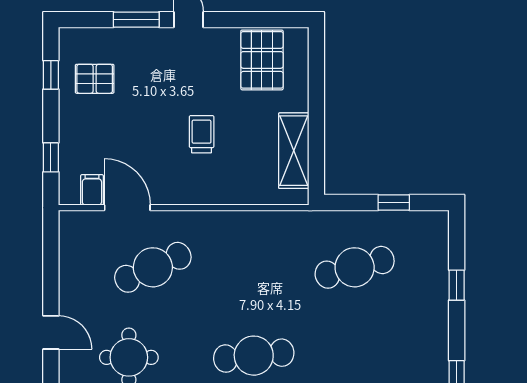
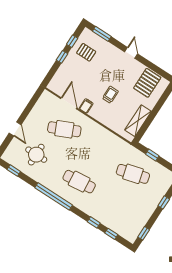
window: (136, 20) -> (102, 34), moved
window: (51, 157) -> (62, 57), moved
filing cabinet: (92, 190) -> (86, 106), moved
window: (394, 202) -> (152, 155), moved

